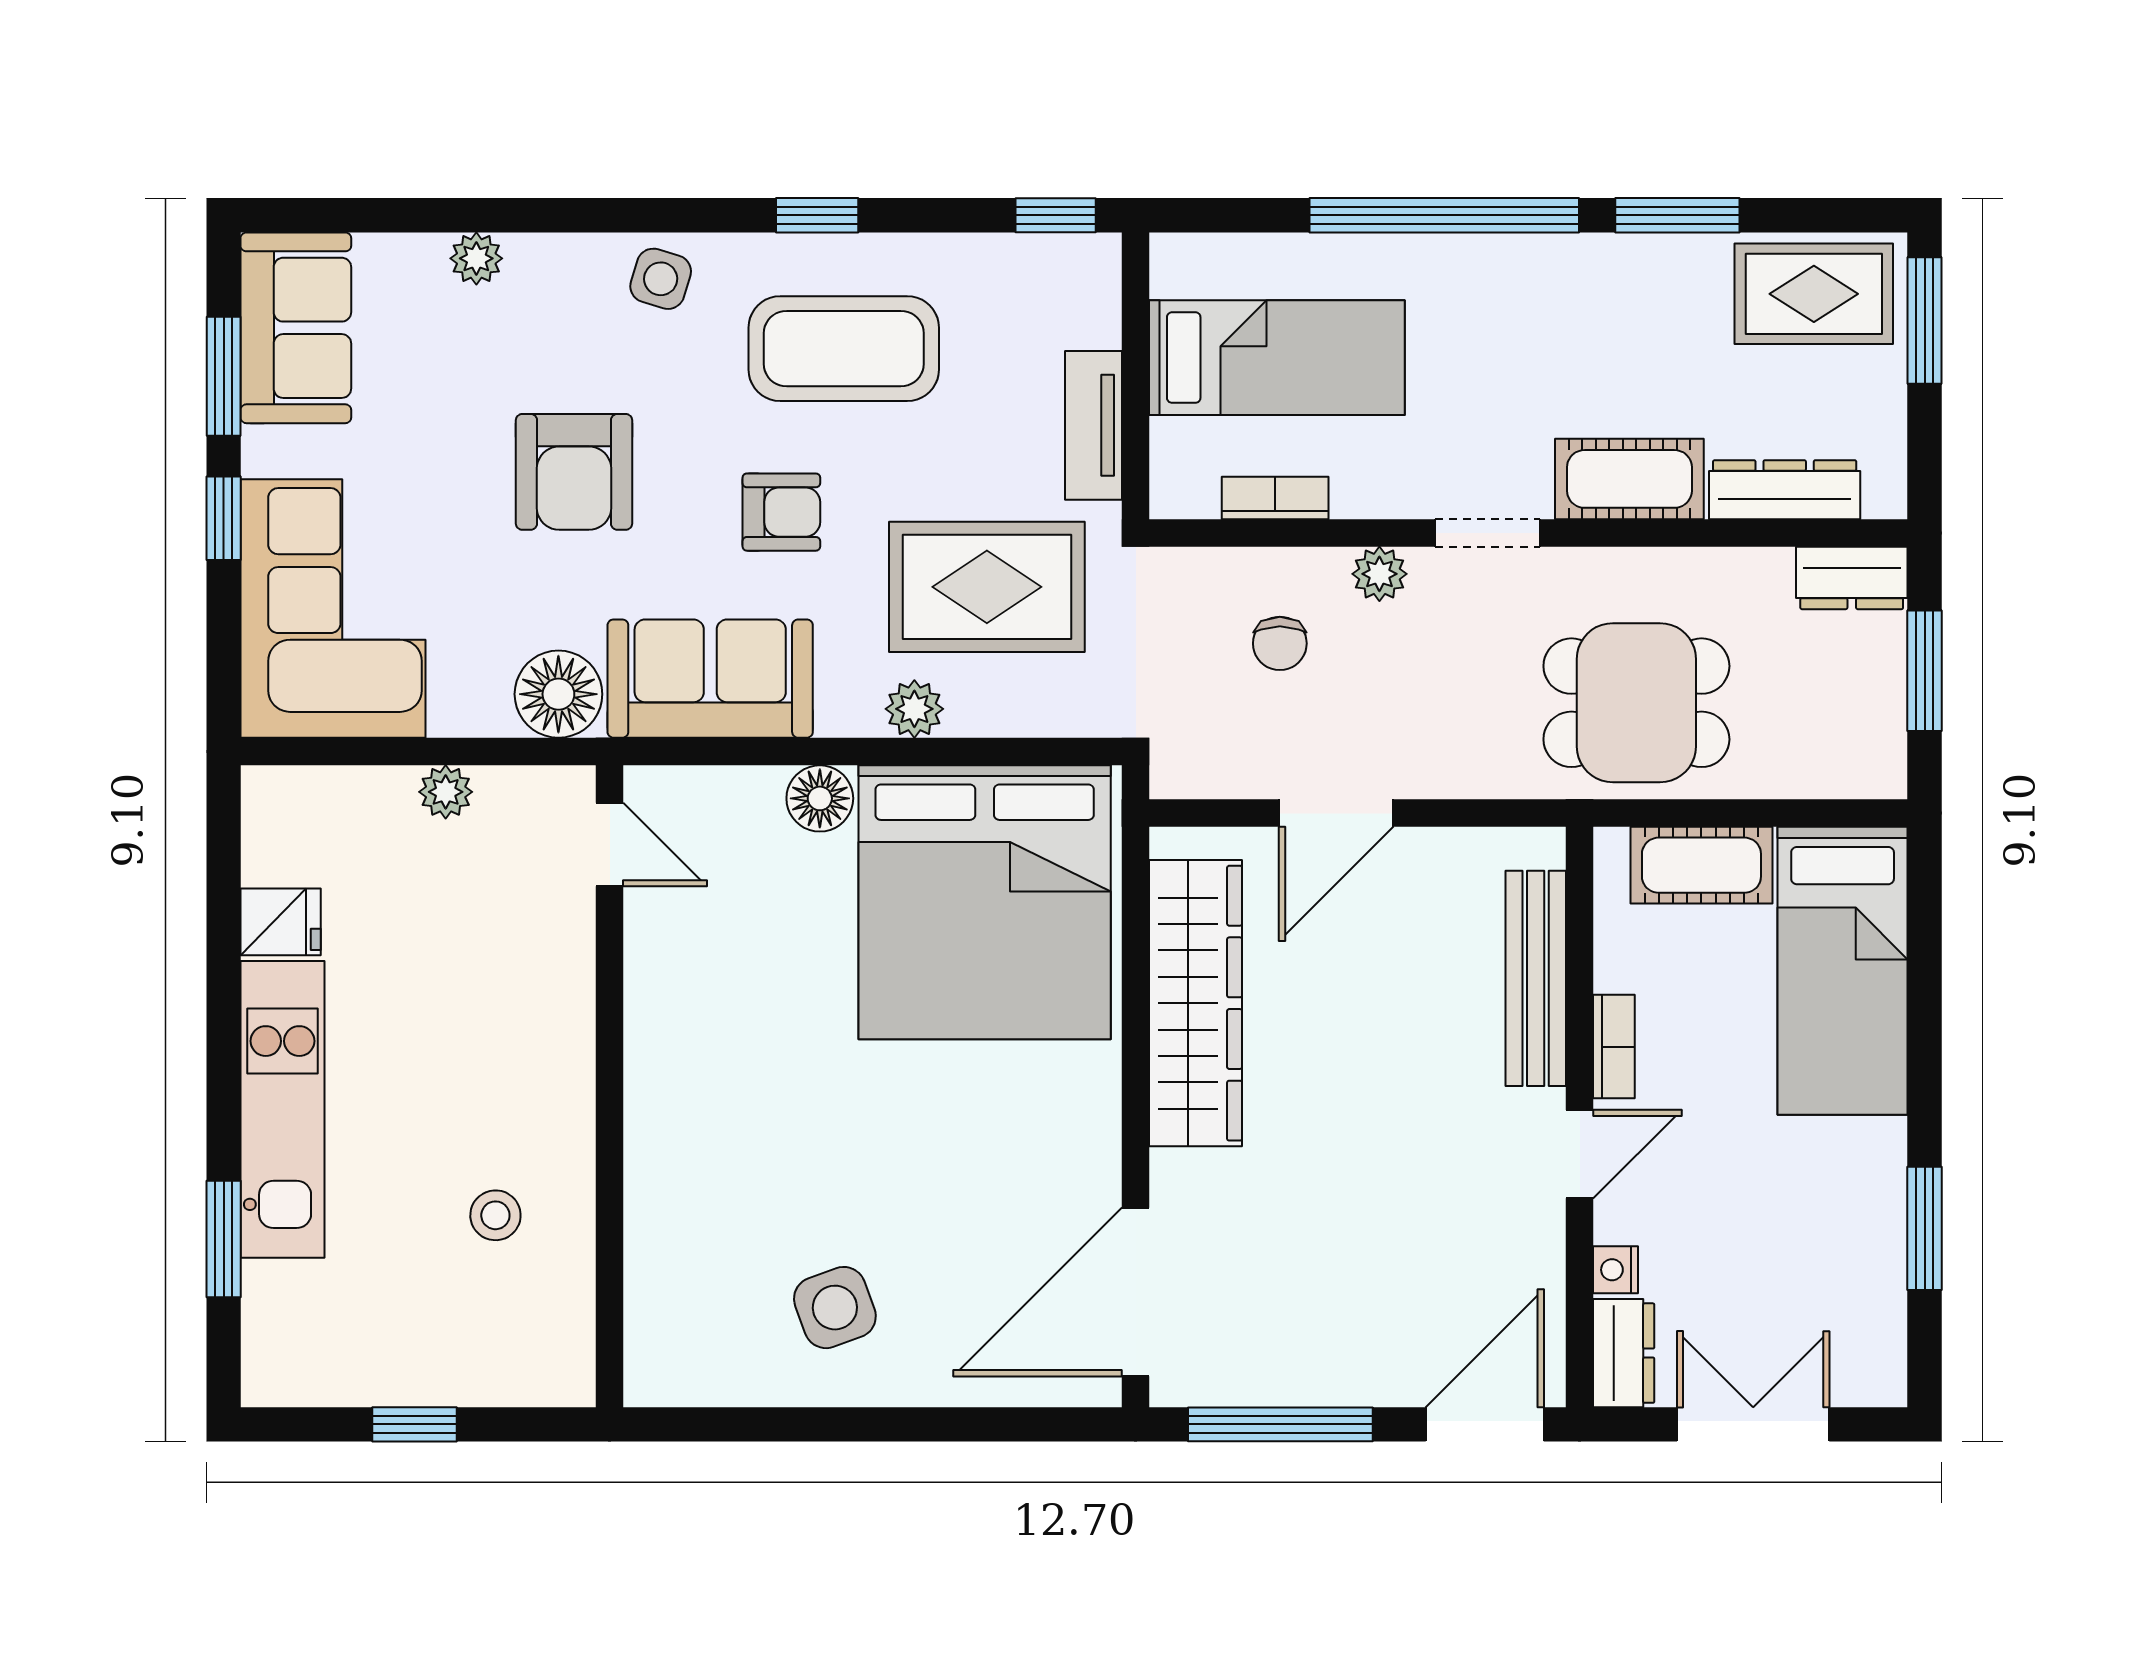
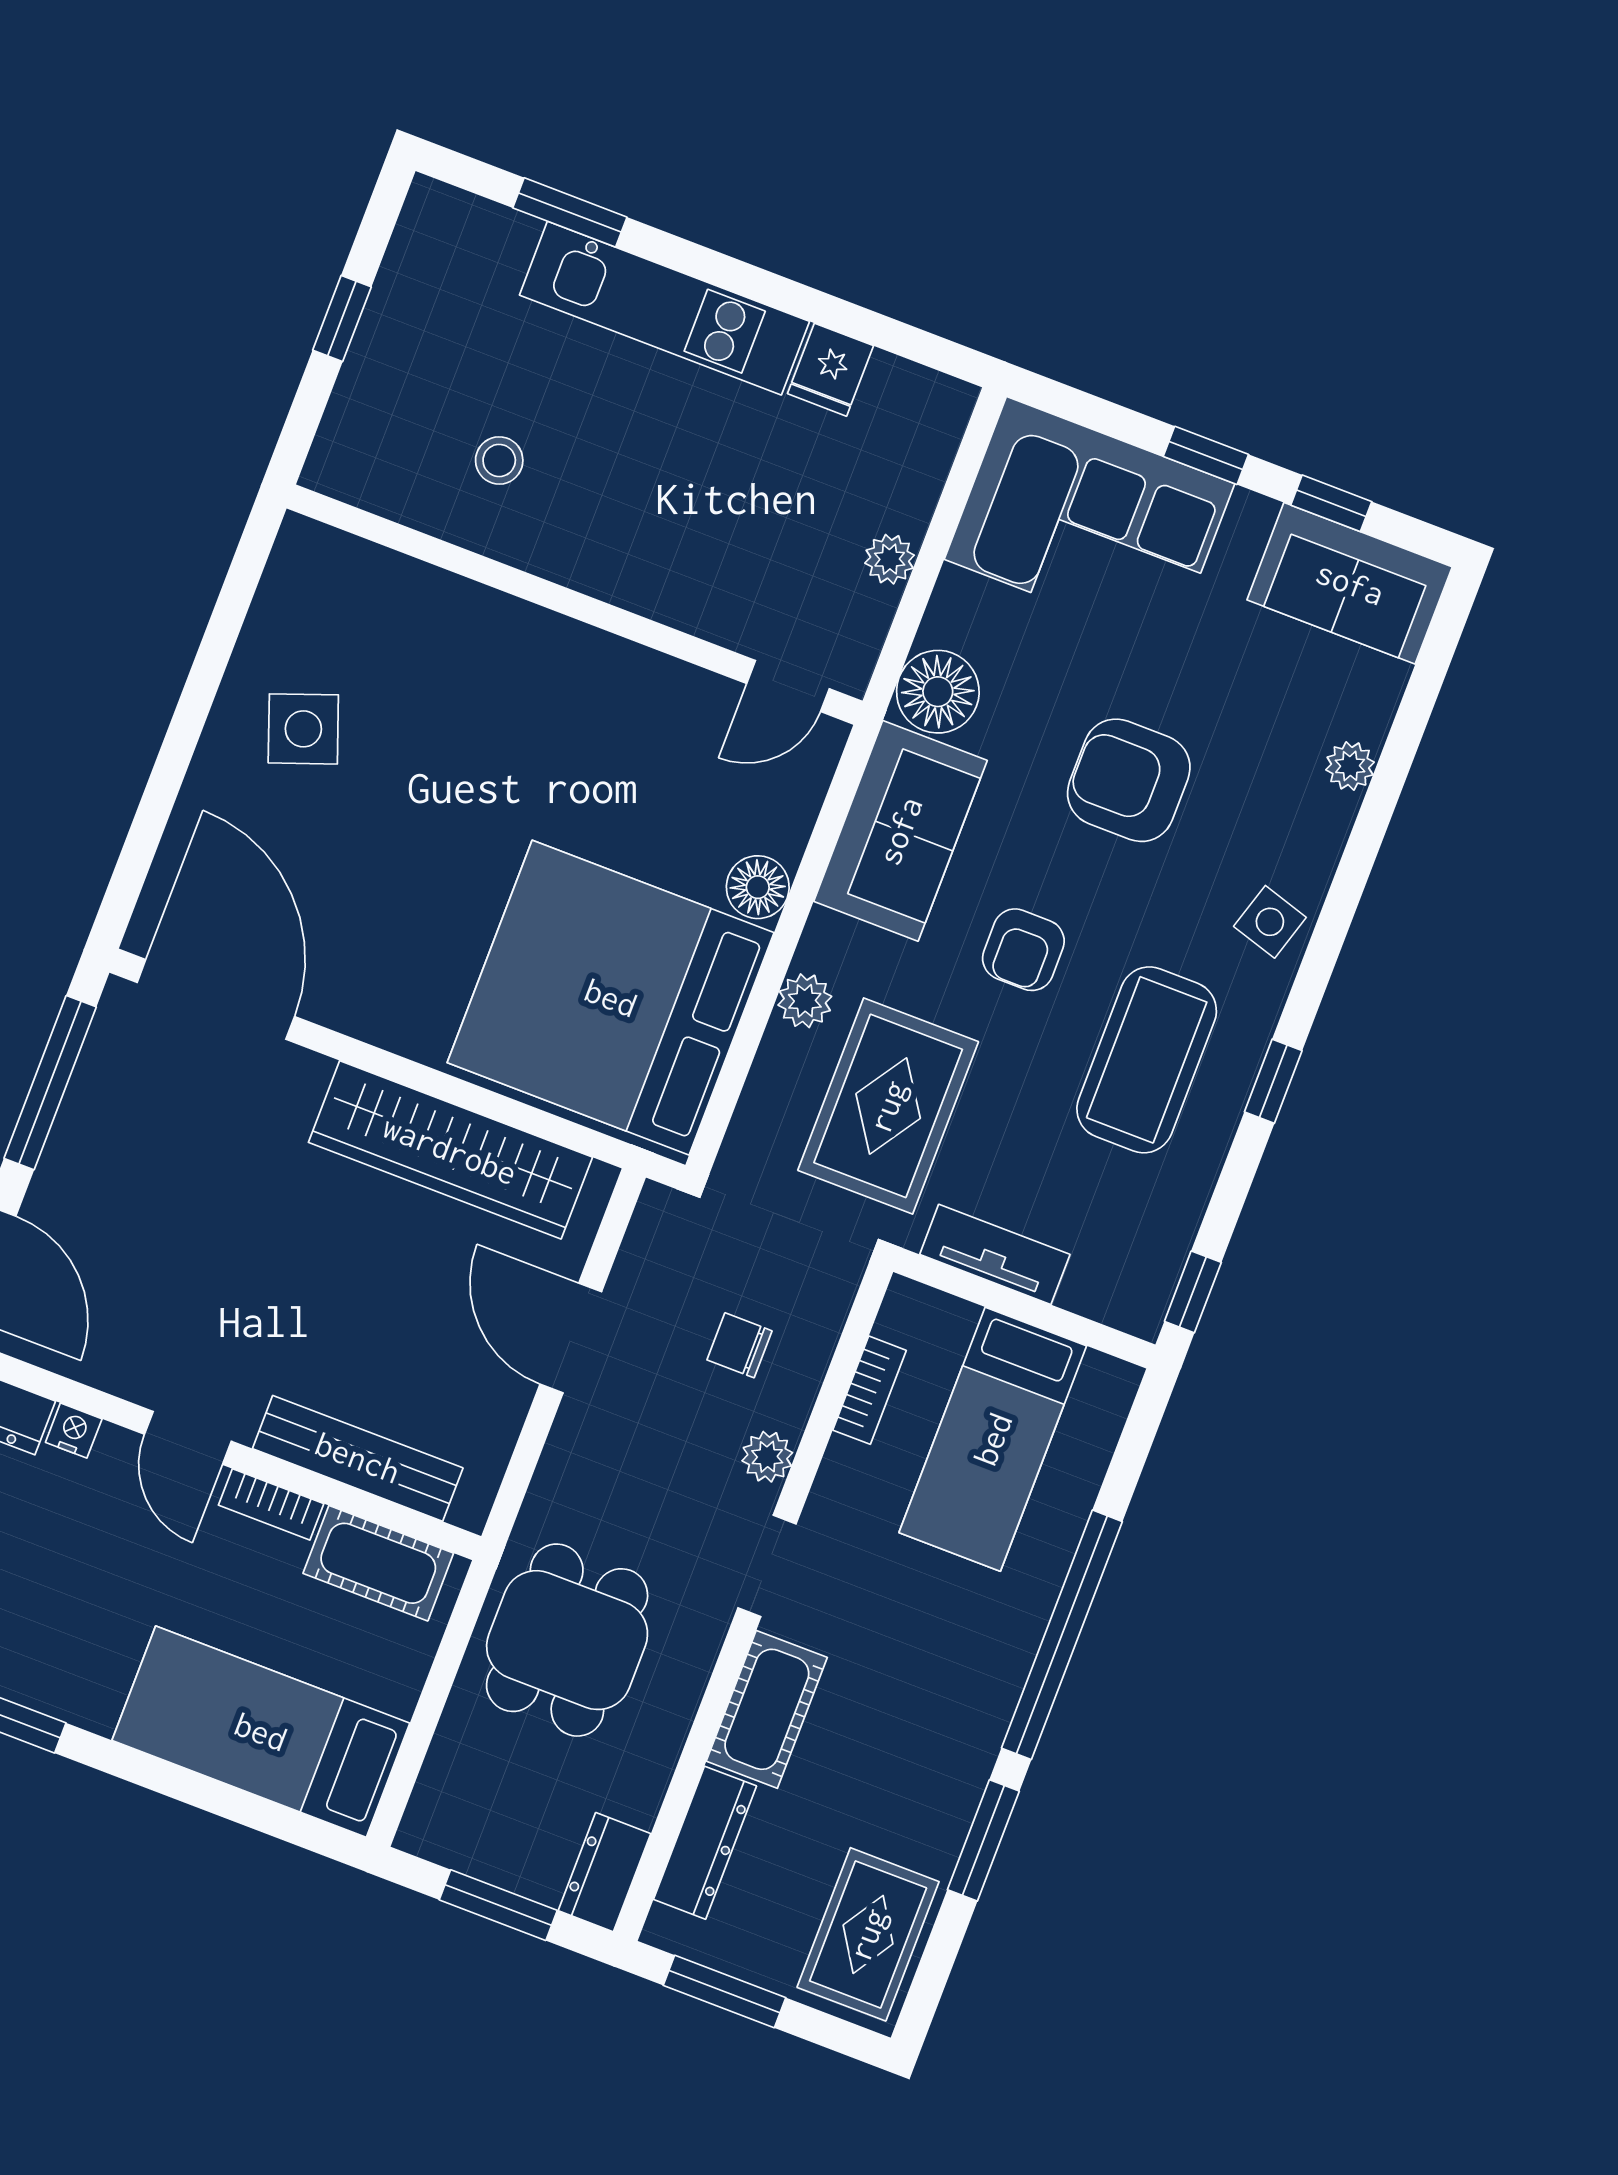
window: (1925, 321) -> (724, 1992), moved
window: (224, 376) -> (1331, 503), width x0.67
cot: (1701, 865) -> (378, 1563), moved, turned 90

